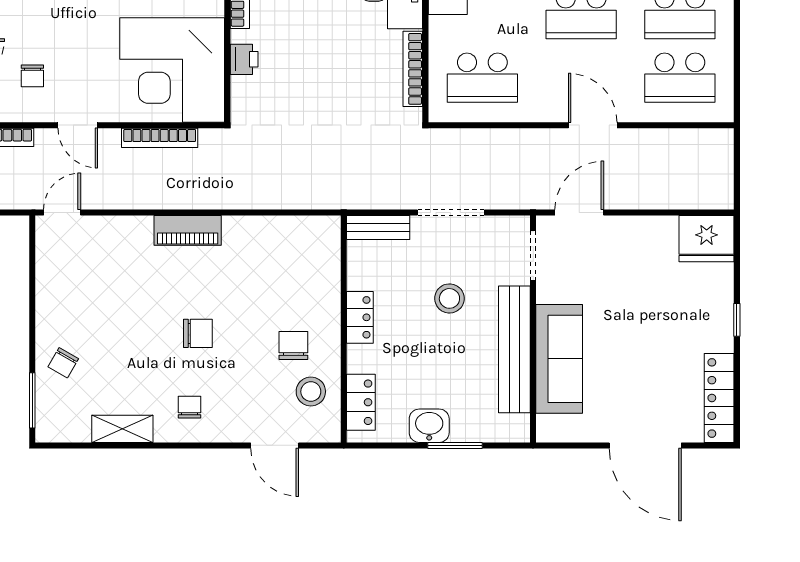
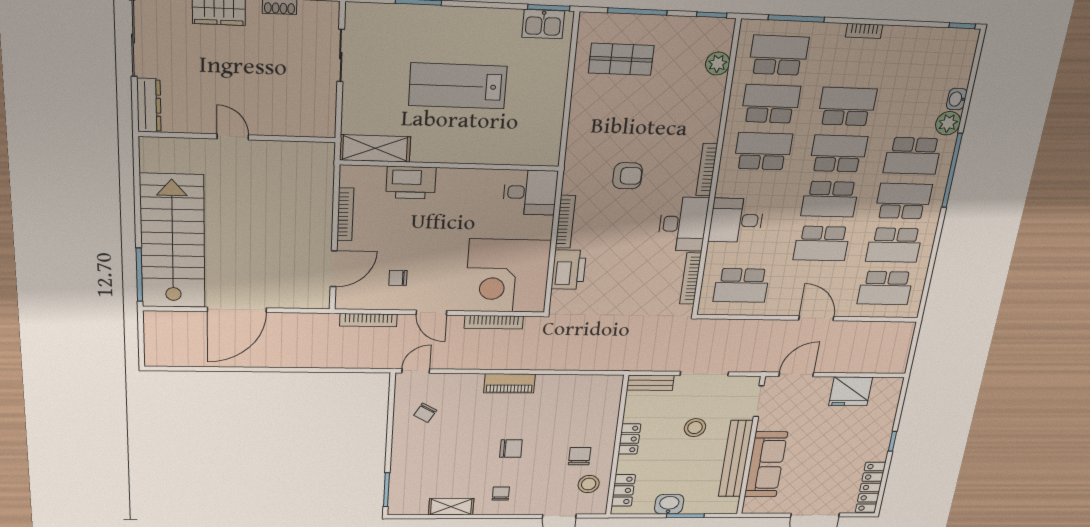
printer: (244, 59) -> (569, 270), width x1.87, depth x1.48
chair: (32, 76) -> (398, 278), turned 90
fridge: (707, 239) -> (851, 391), moved
chair: (63, 363) -> (425, 413), moved

